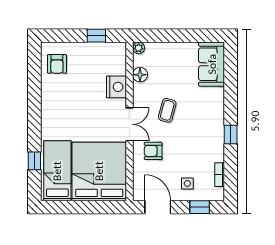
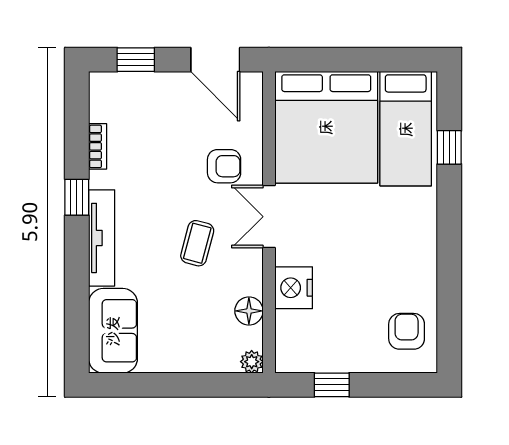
tv unit: (218, 113) -> (102, 238), added
bookcase: (220, 175) -> (98, 146), moved
side table: (187, 183) -> (159, 104), removed

